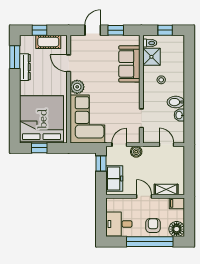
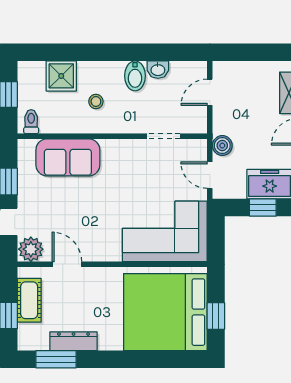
shower: (151, 57) -> (61, 76), moved
door: (69, 63) -> (67, 264), swing flipped
plant: (77, 87) -> (31, 249), moved
window: (101, 164) -> (263, 207), moved

